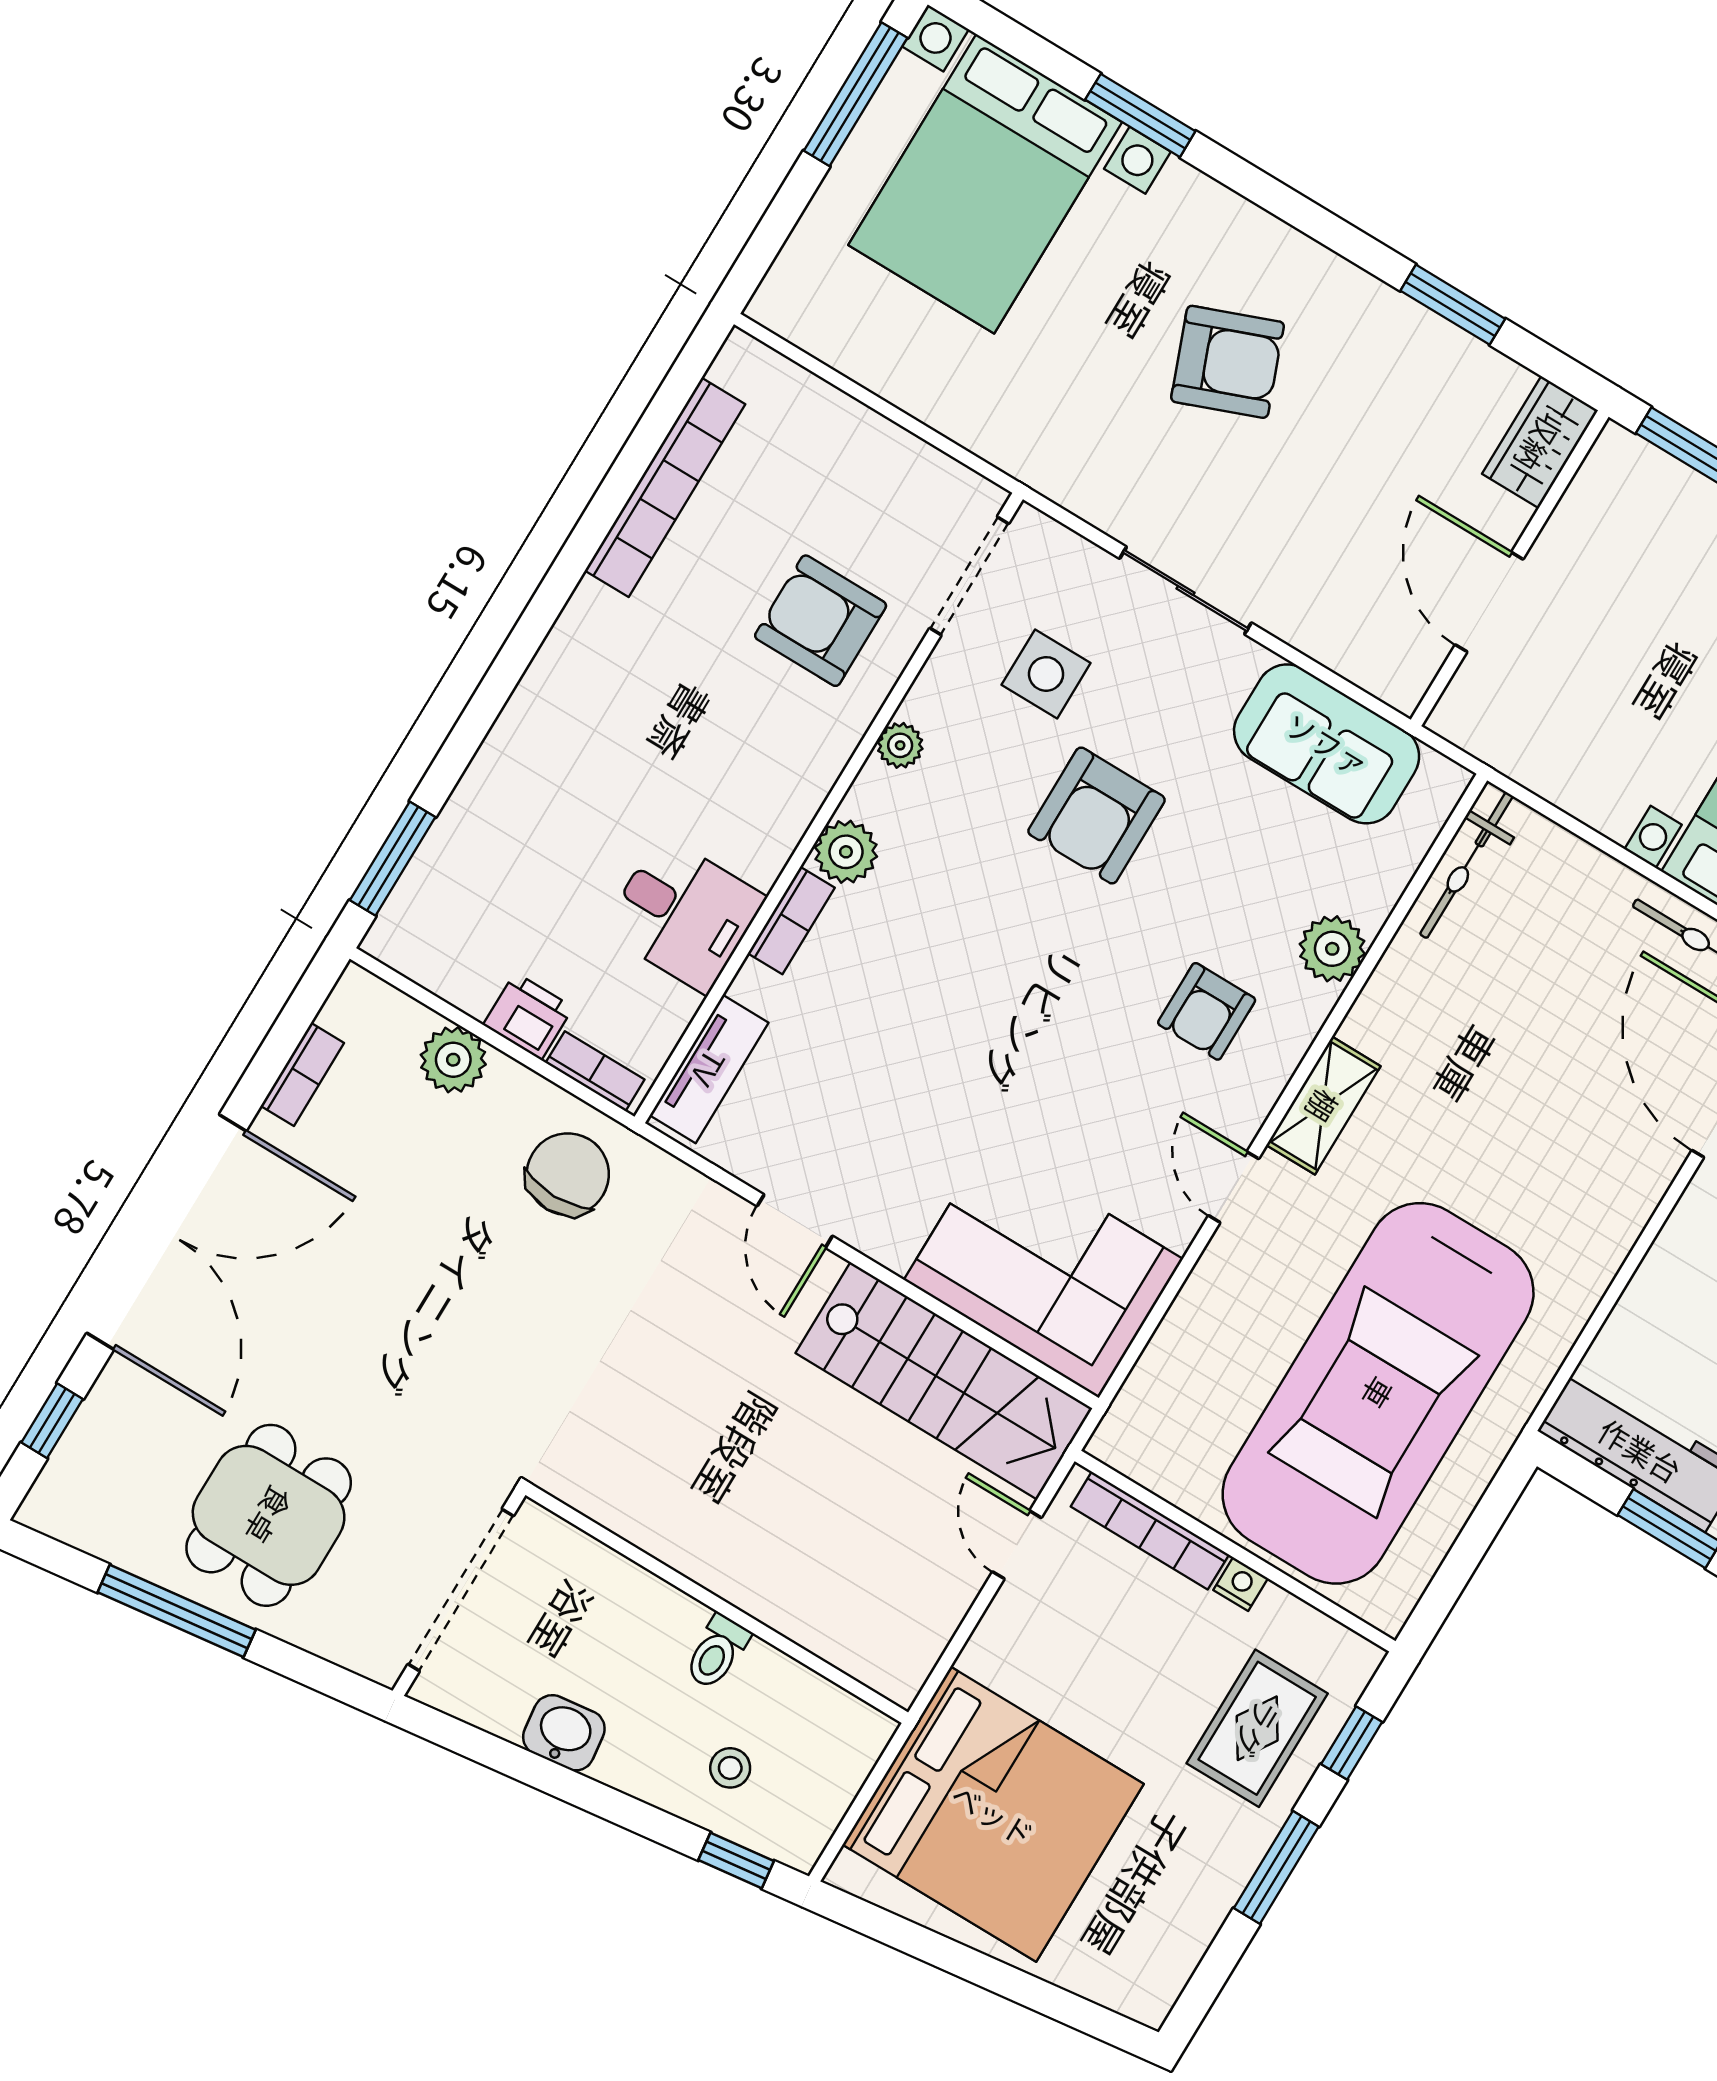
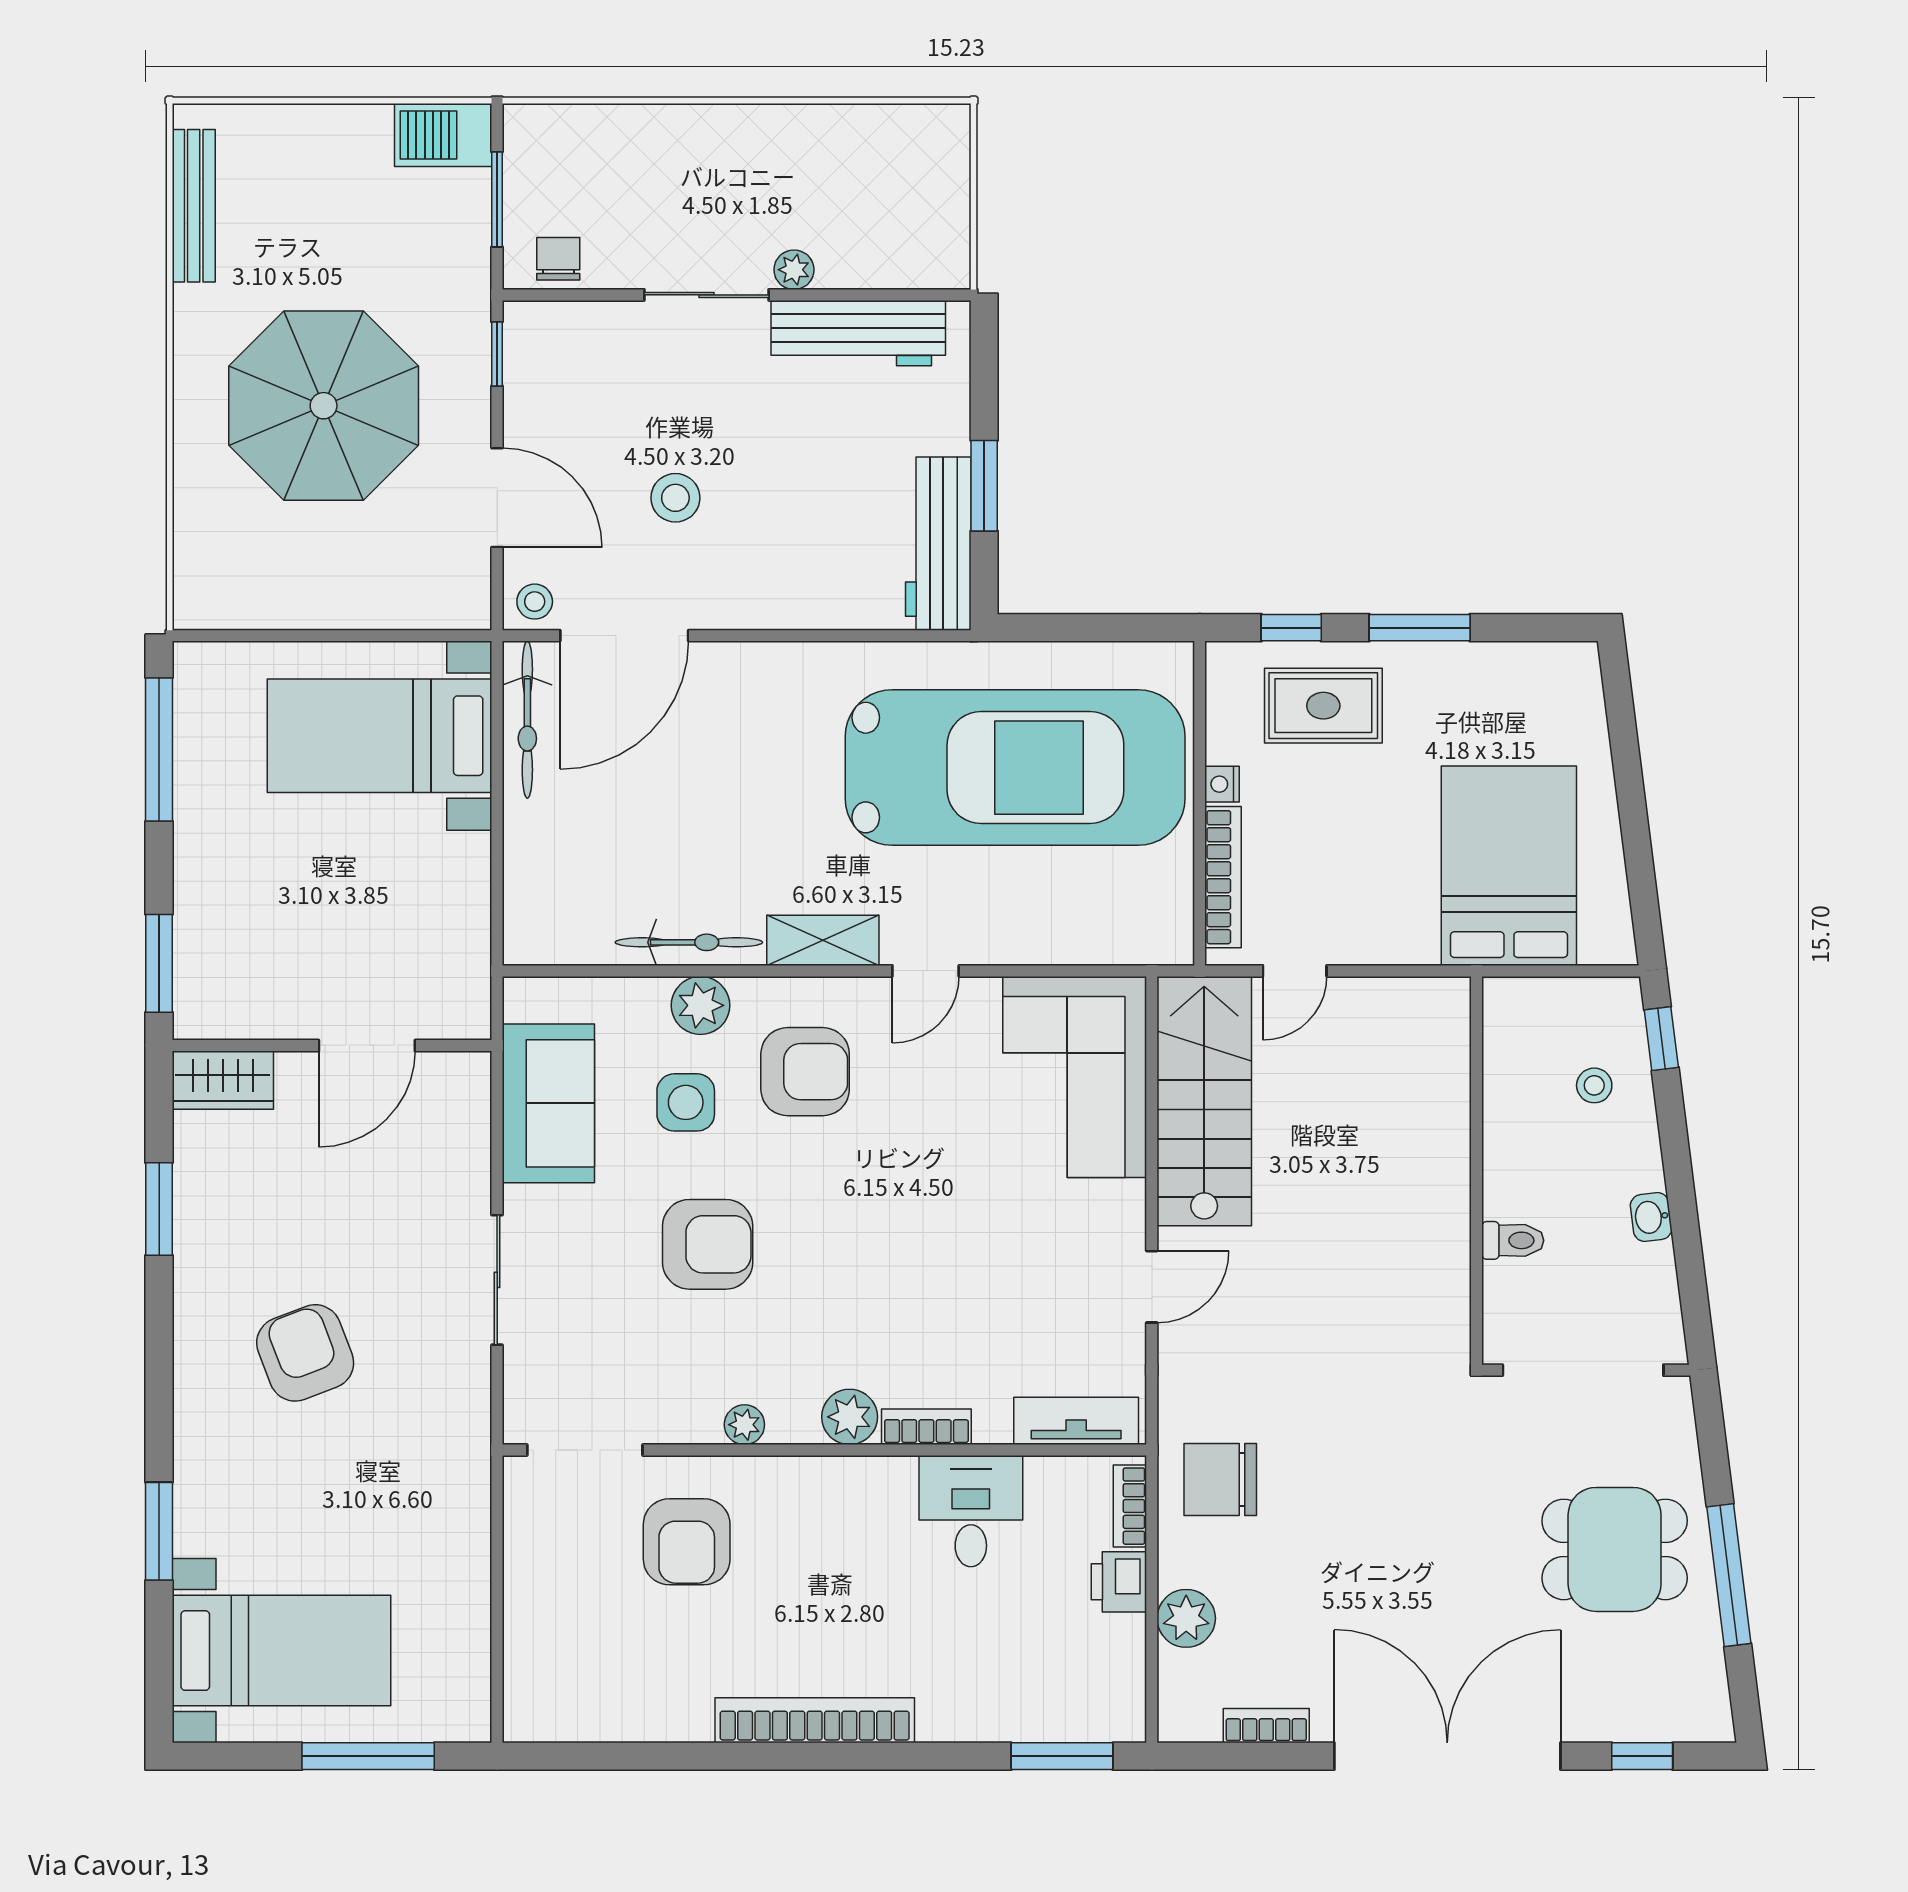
window: (856, 94) -> (368, 1756), moved
bed with nightstands: (985, 184) -> (281, 1651), width x0.73
bookcase: (665, 487) -> (815, 1720), moved
side table: (1046, 674) -> (686, 1102), moved
bicycle: (1466, 865) -> (689, 942), moved
armchair: (1207, 1011) -> (805, 1072), width x1.38, depth x1.38
toilet: (717, 1652) -> (1513, 1240), moved
washbasin: (564, 1733) -> (1651, 1217), width x0.72, depth x0.69
bed: (993, 1814) -> (1509, 866), width x0.73

